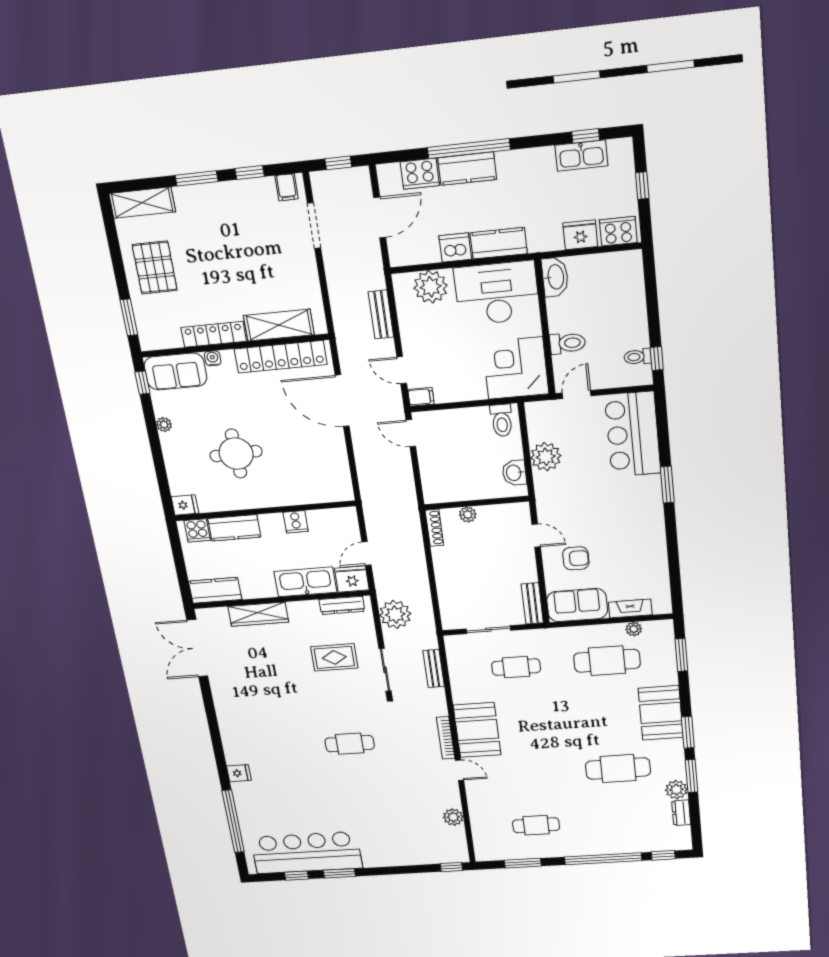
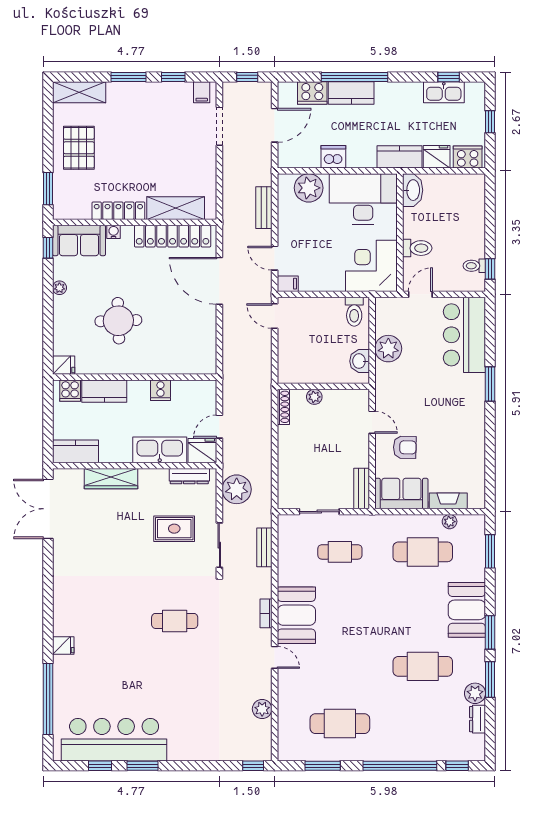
kitchen counter: (499, 243) -> (400, 157), moved
bookcase: (446, 738) -> (266, 613), width x0.64
cafe table: (536, 825) -> (340, 724), width x1.37, depth x1.35

